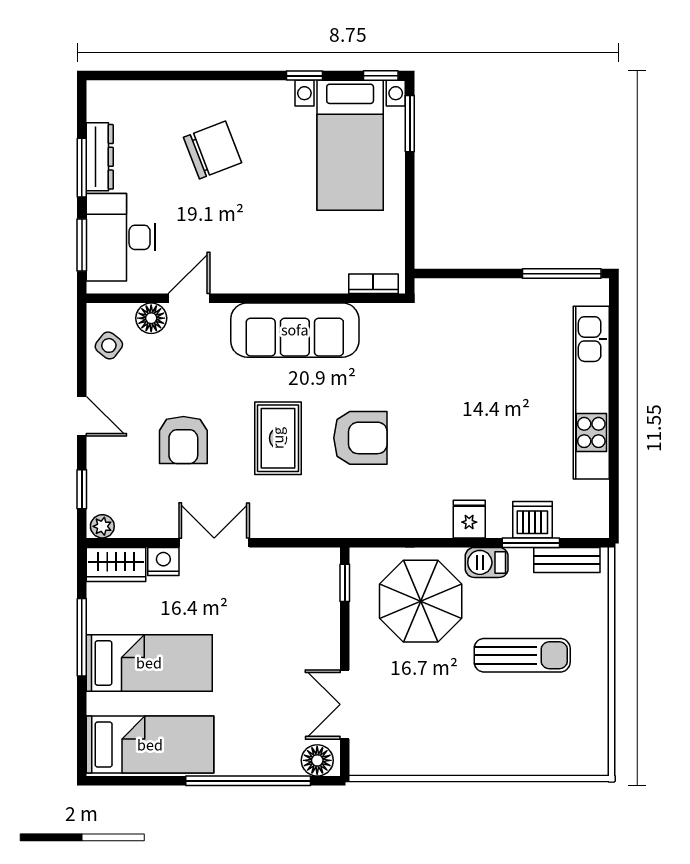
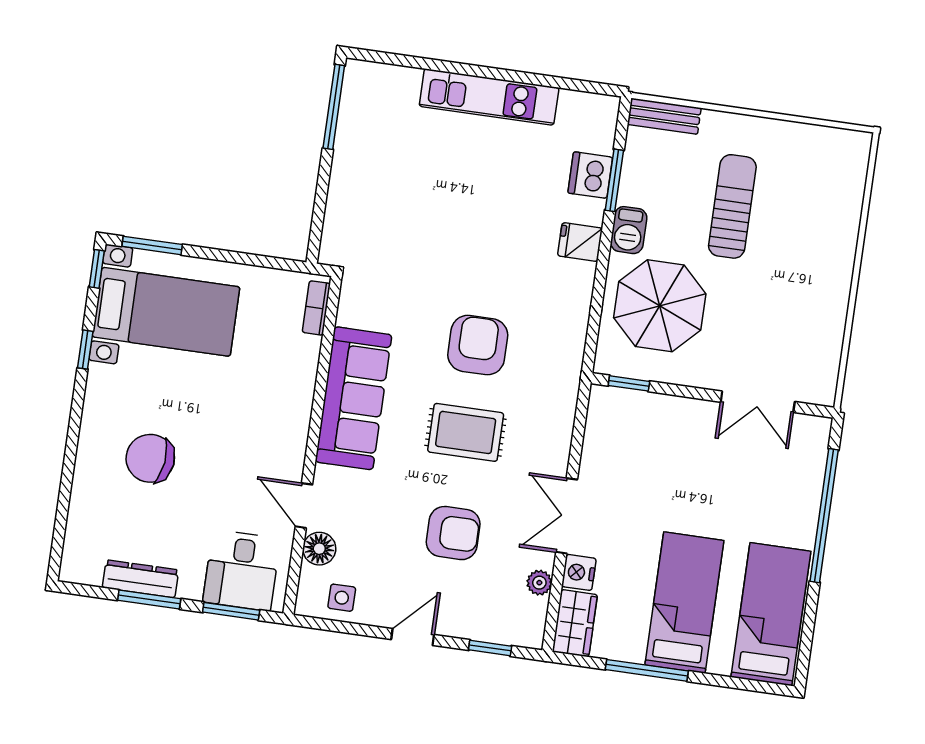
chair: (213, 150) -> (150, 458), turned -62
desk: (121, 237) -> (242, 570), width x0.73
side table: (109, 345) -> (342, 598), turned -38
kitchen unit: (591, 393) -> (489, 97), width x0.73
plant: (102, 526) -> (539, 583), moved
bench: (567, 560) -> (664, 116), moved, turned 90
floor lamp: (317, 760) -> (813, 439), removed

